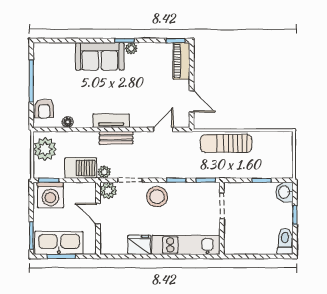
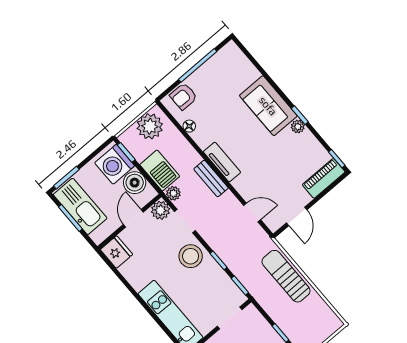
boiler: (74, 192) -> (135, 183), added
fridge: (139, 245) -> (116, 252), moved

